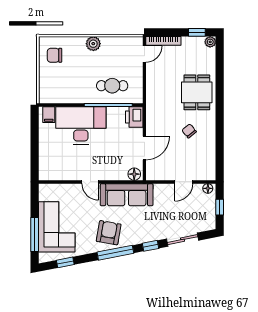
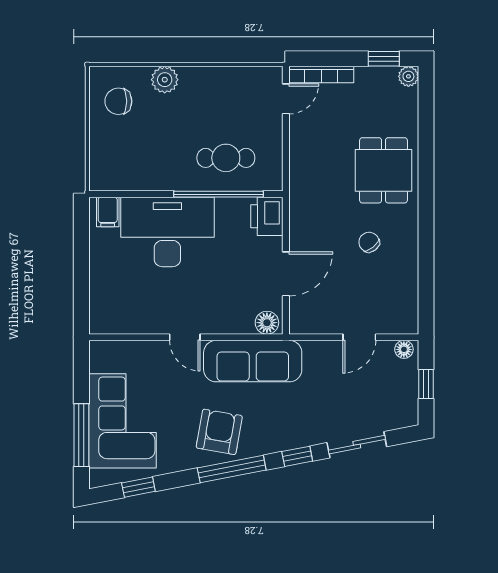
plant: (93, 44) -> (165, 80), moved

